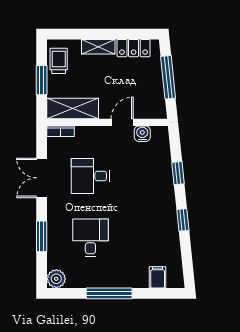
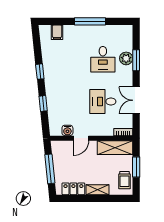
desk: (90, 176) -> (103, 102), turned 180
double door: (42, 178) -> (136, 100), swing flipped
plant: (56, 279) -> (126, 58), moved

